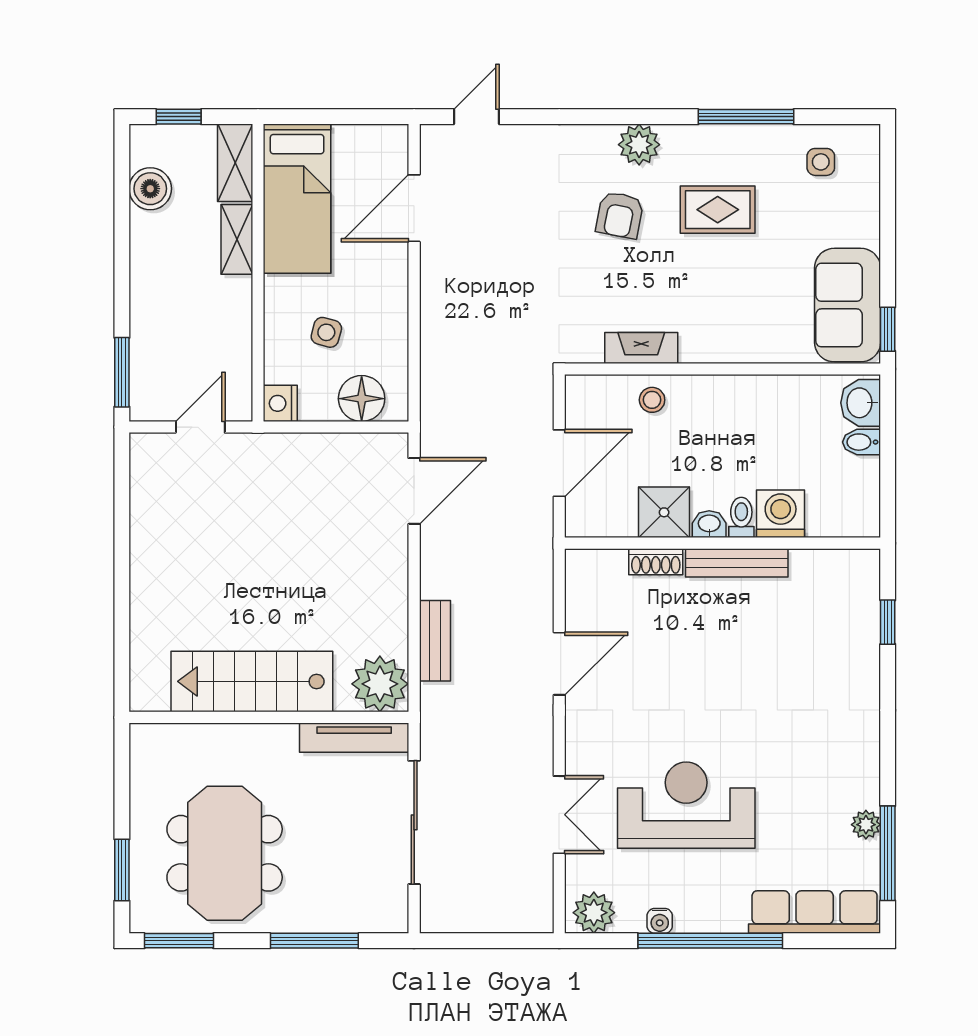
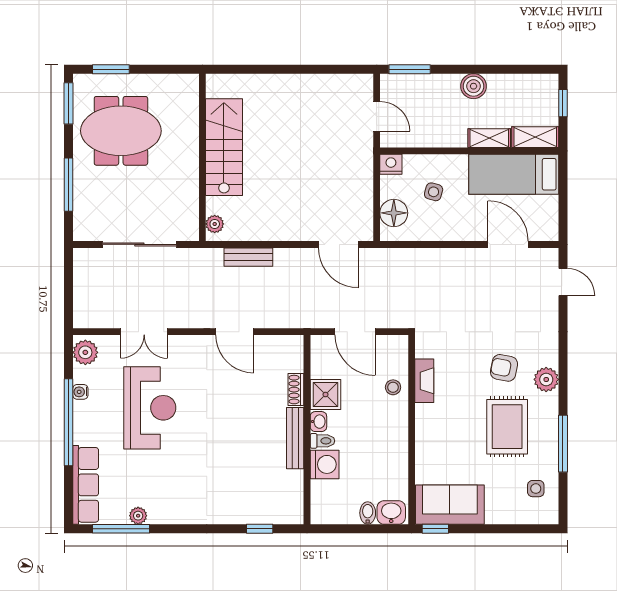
boiler: (150, 189) -> (474, 86), moved
rug: (718, 210) -> (507, 427), width x1.36, depth x1.43
plant: (380, 684) -> (215, 224), width x0.53, depth x0.53
tv unit: (354, 738) -> (190, 209), removed

